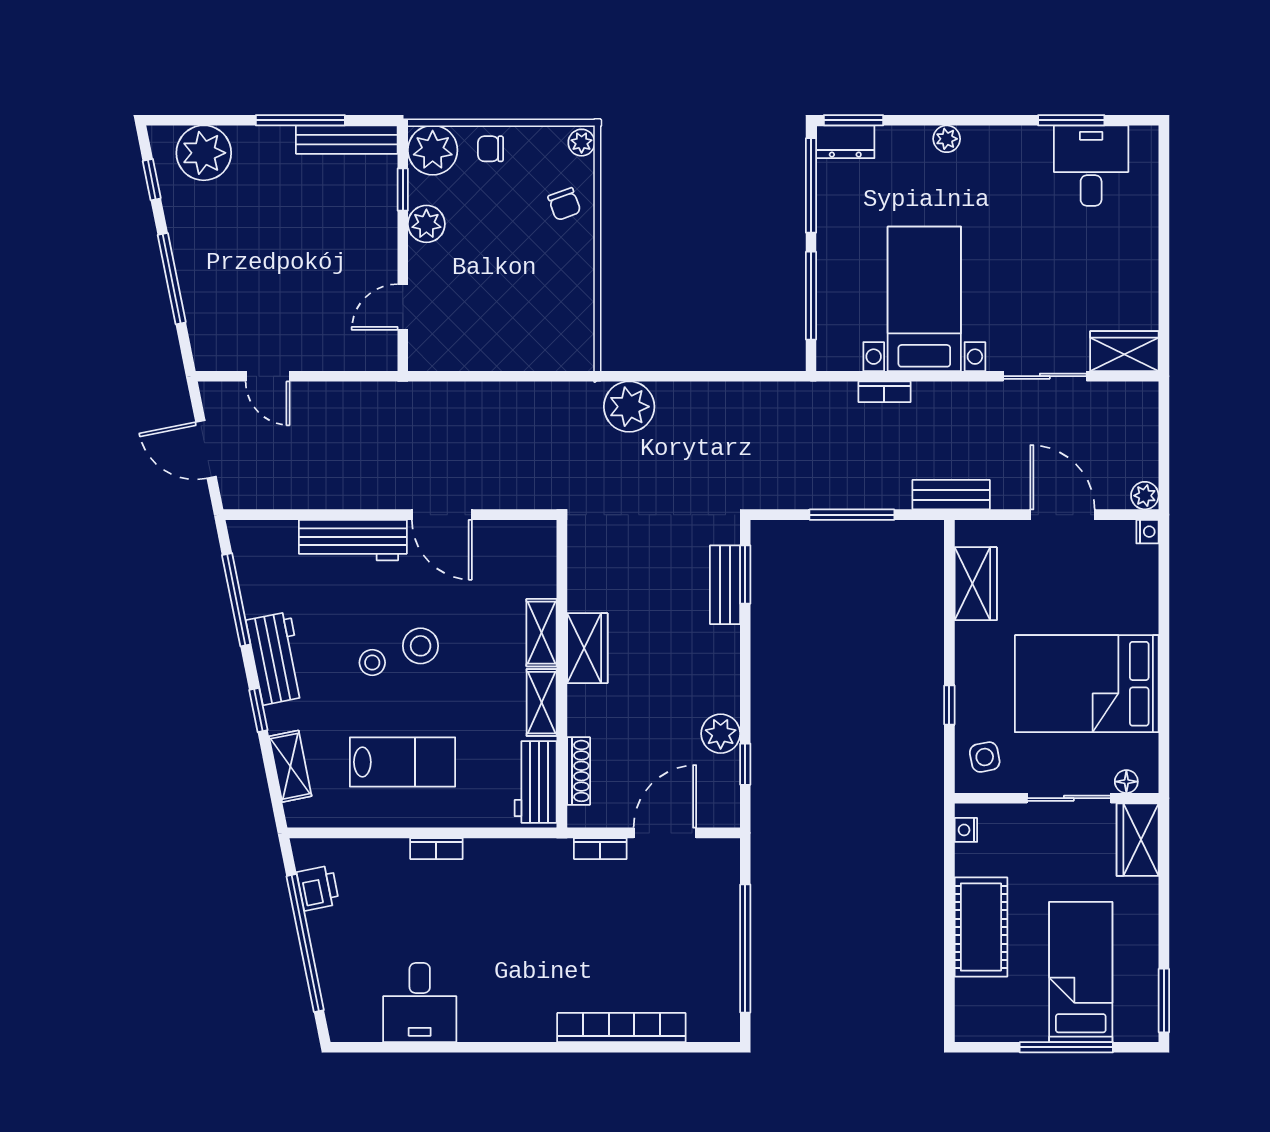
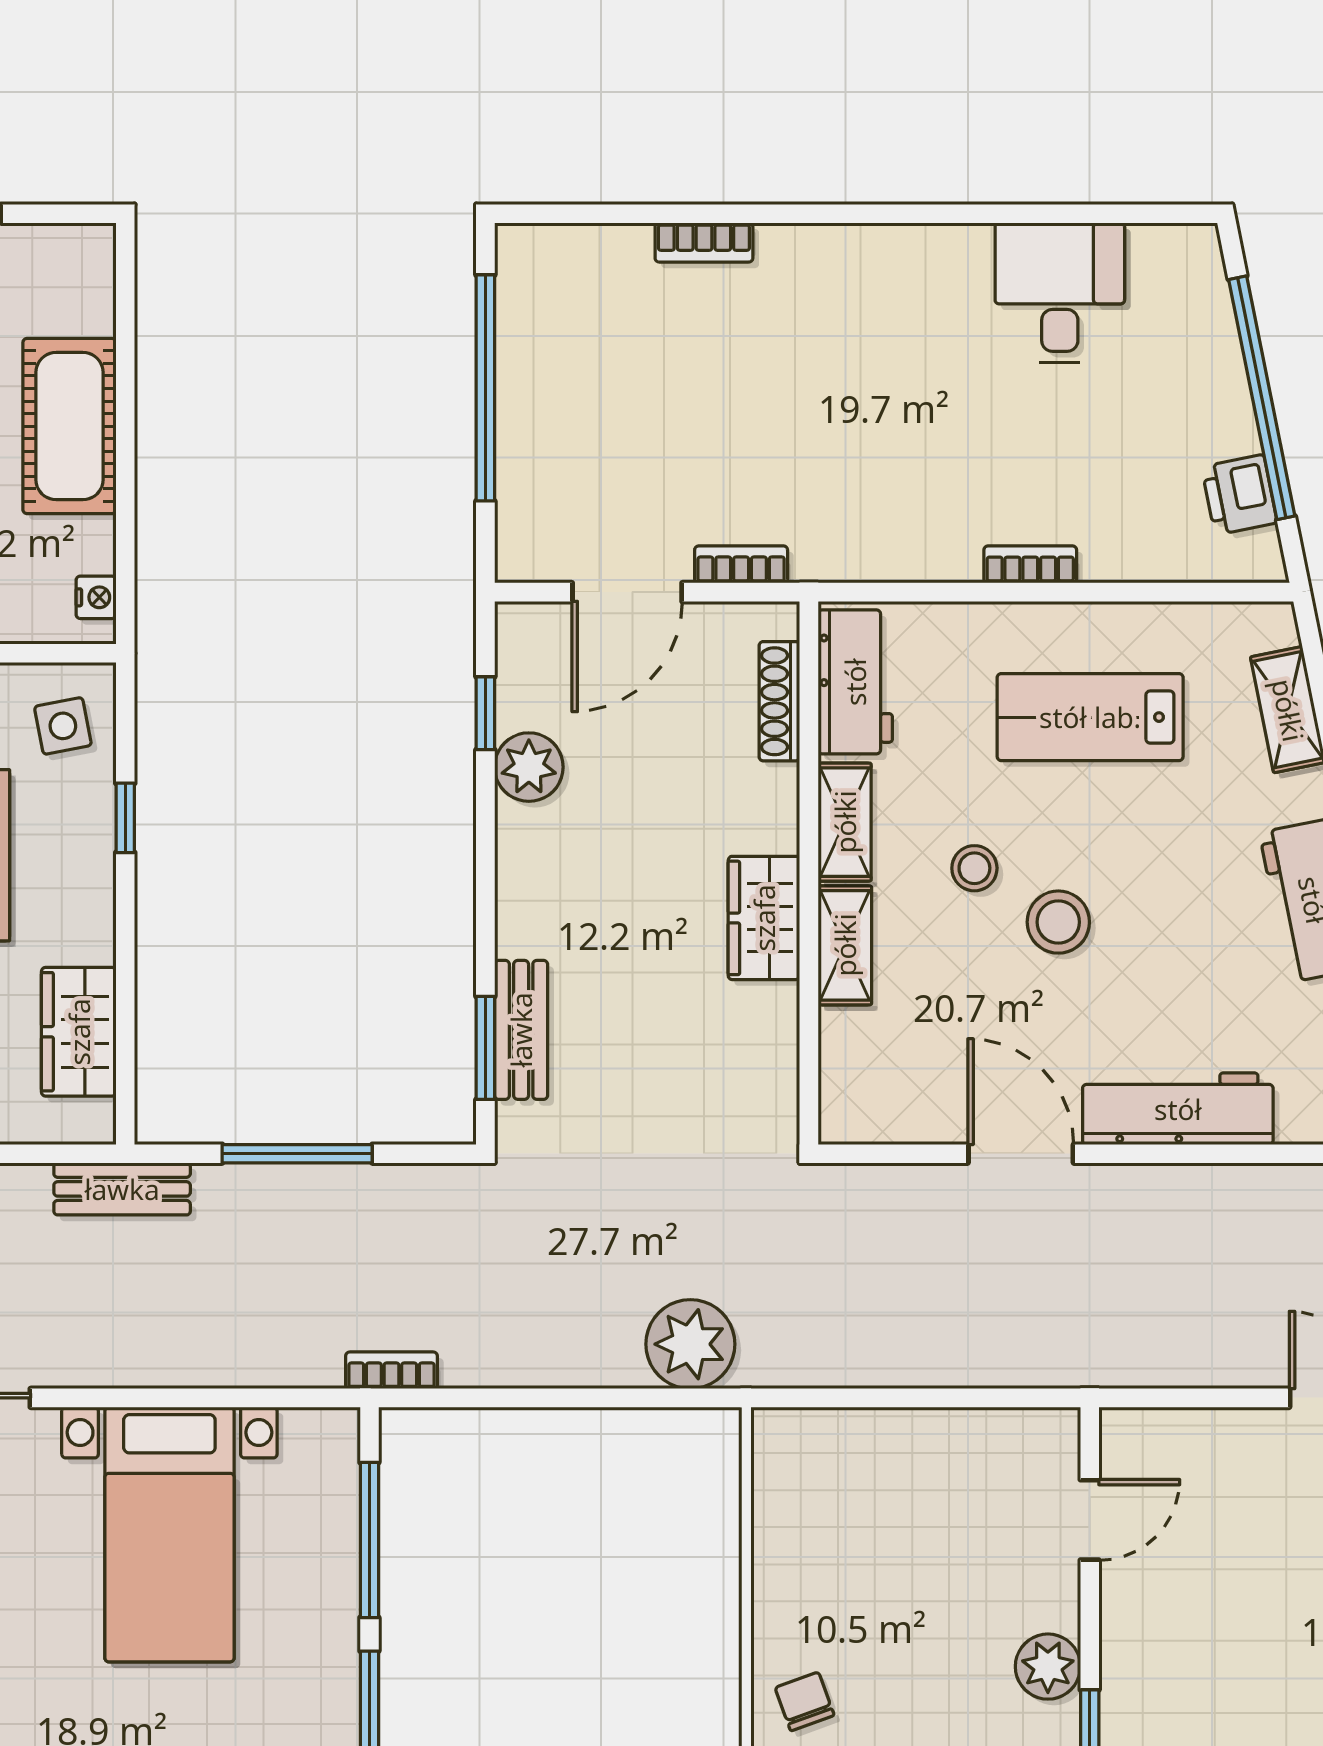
bookcase: (884, 392) -> (391, 1370), moved
stool: (372, 663) -> (974, 868), moved
bookcase: (621, 1028) -> (704, 242), width x0.43, depth x0.76

